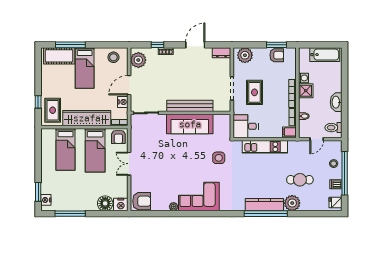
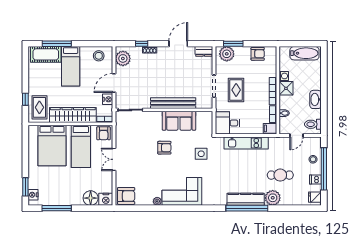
window: (276, 45) -> (233, 44), moved
sofa: (190, 124) -> (179, 121), width x0.73
bed: (66, 149) -> (52, 146), width x1.50
armchair: (181, 152) -> (164, 148), added

